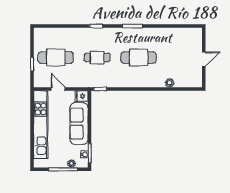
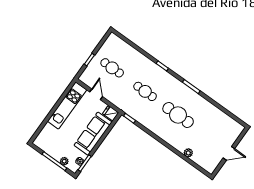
cafe table: (56, 58) -> (112, 68), width x0.73, depth x0.74
kitchen unit: (41, 125) -> (67, 105), width x0.73

